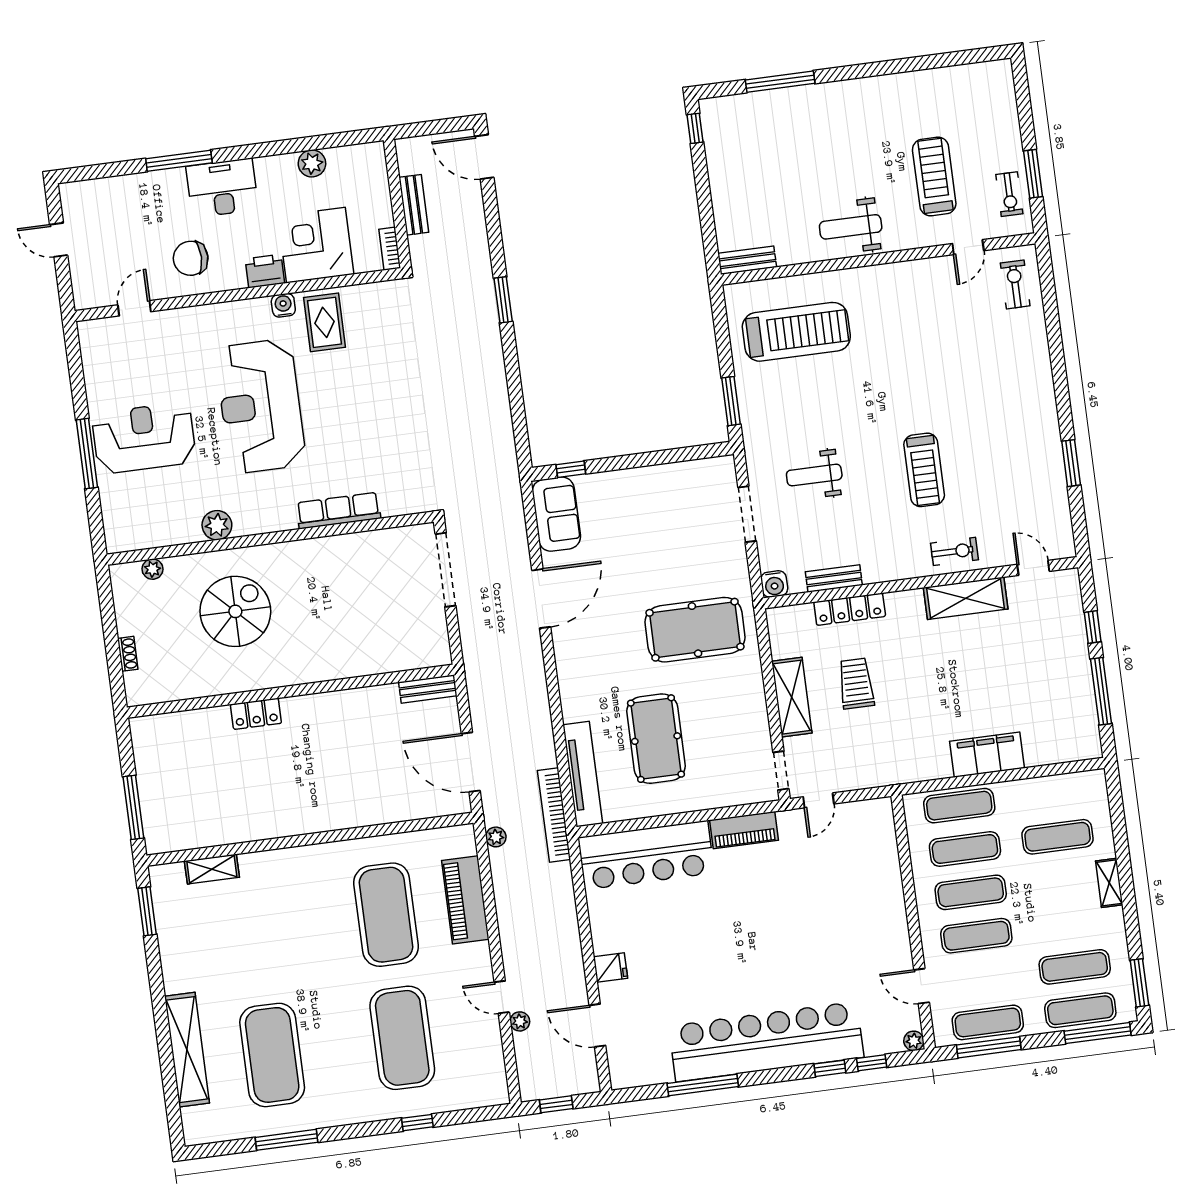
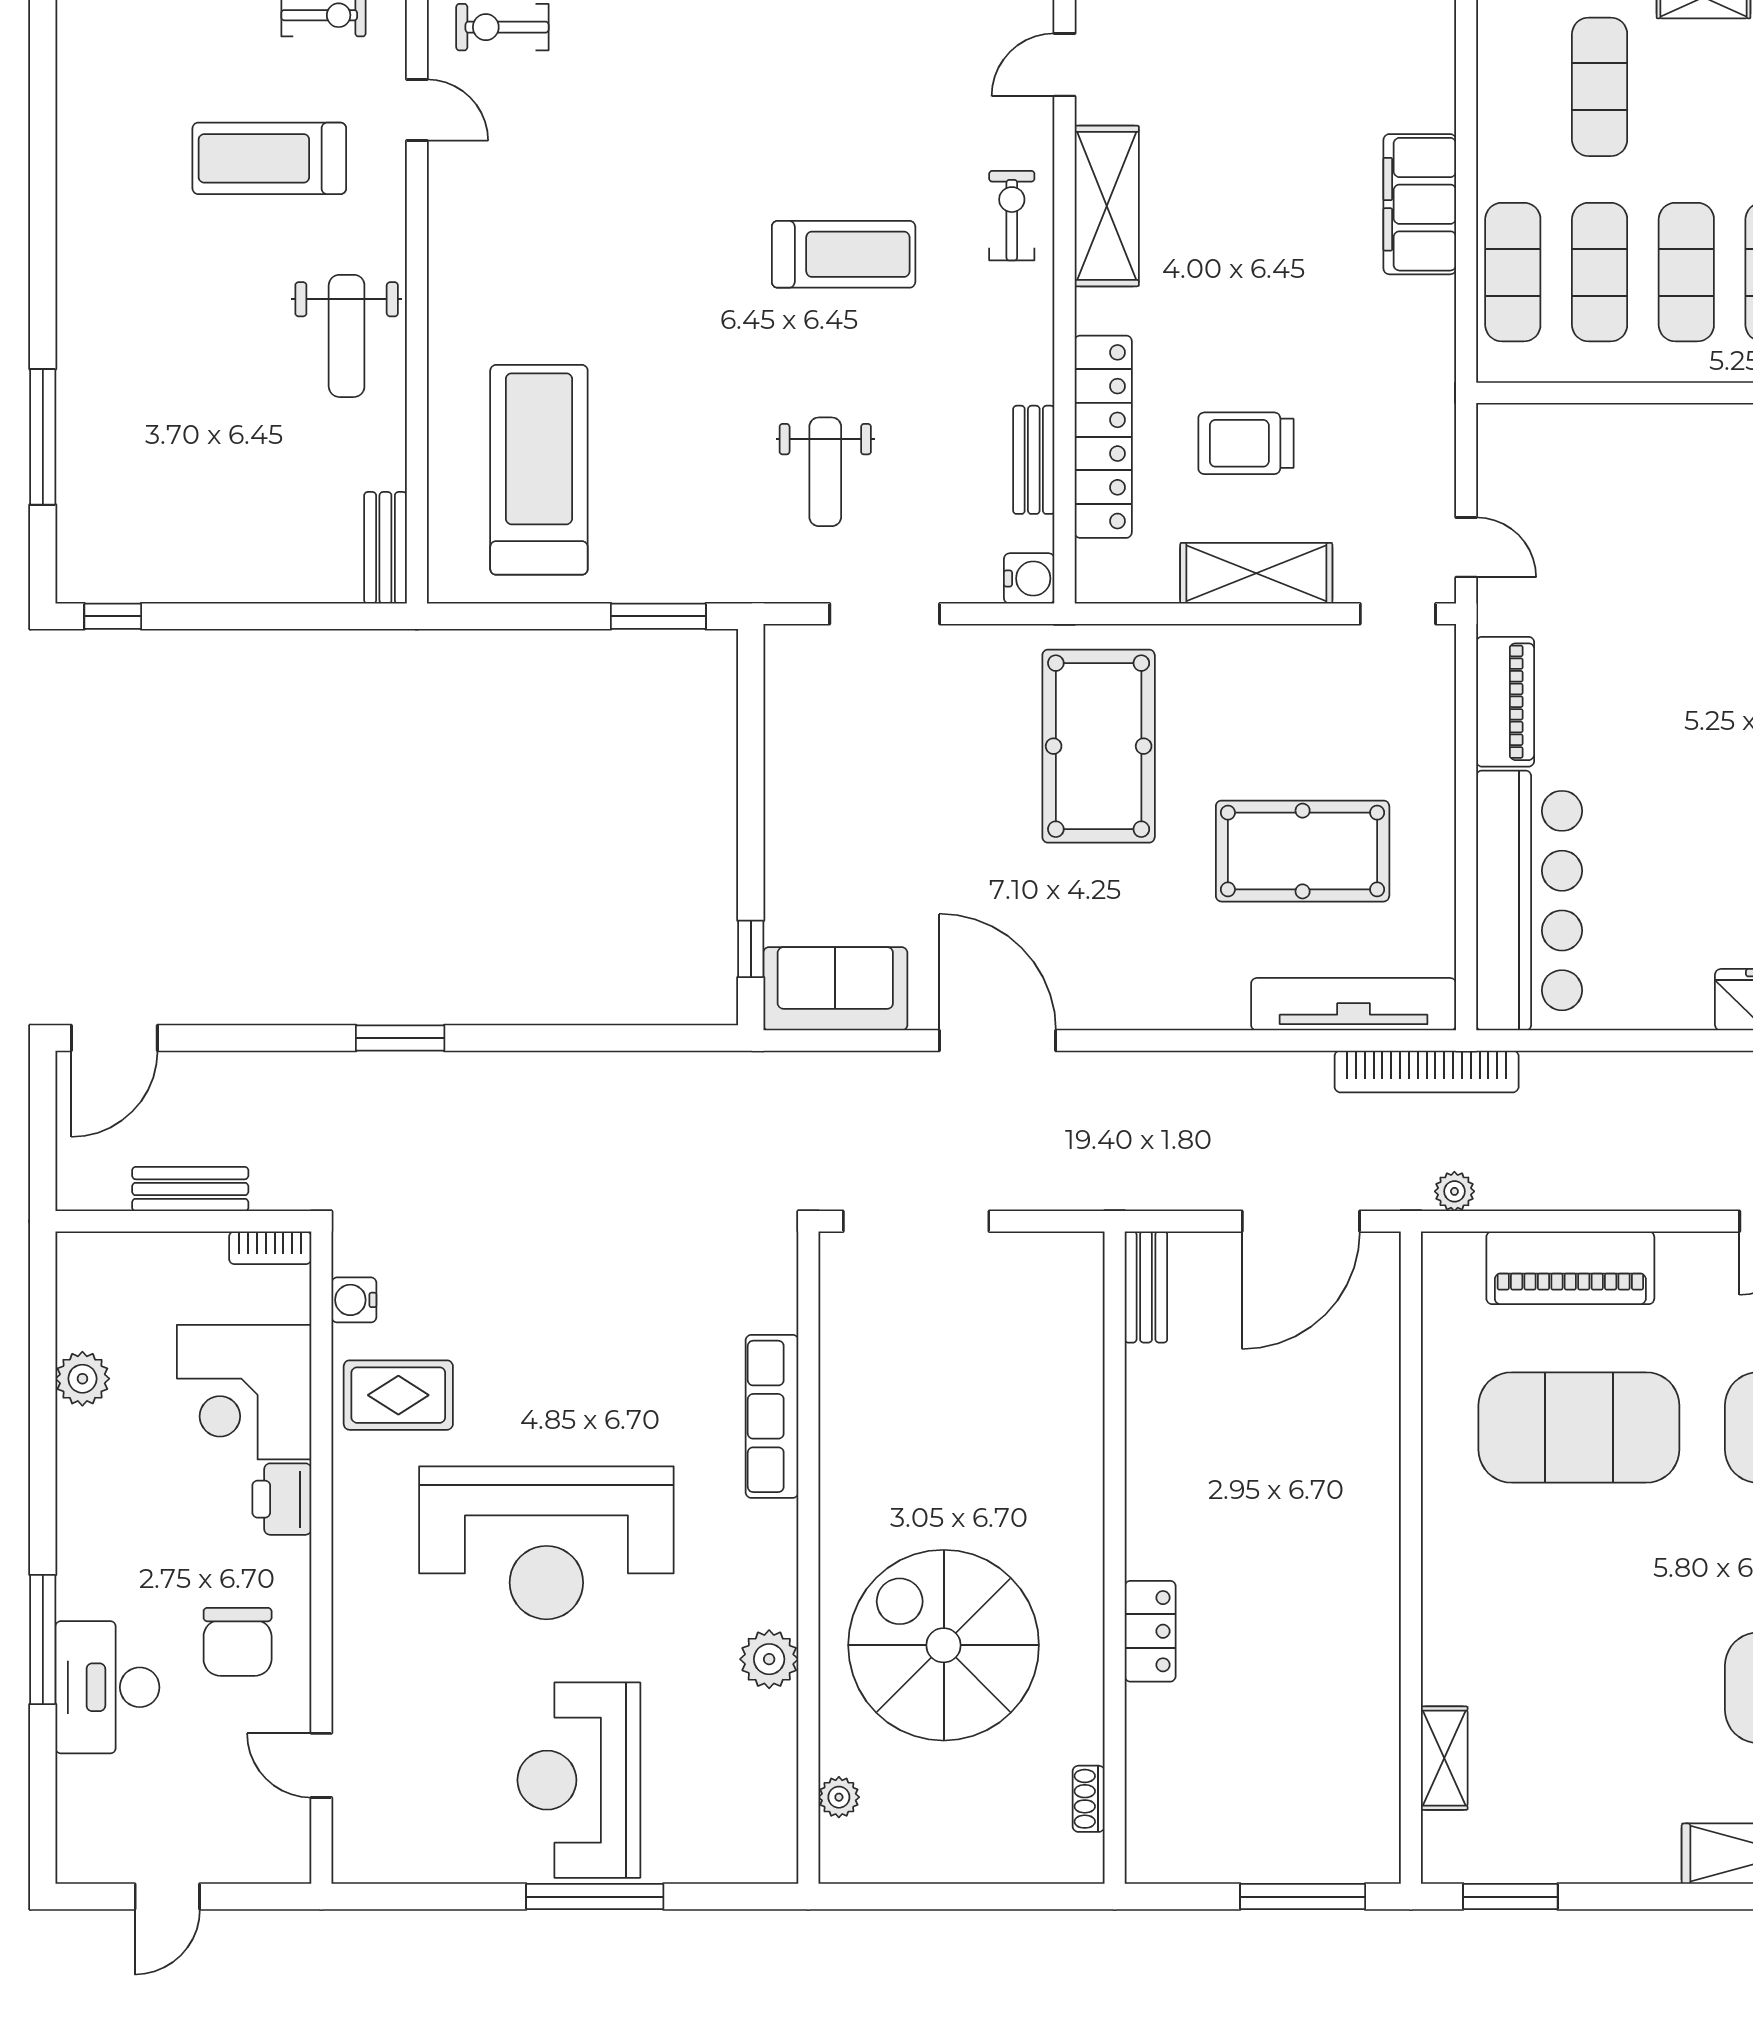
desk: (222, 188) -> (107, 1687), moved
water cooler: (283, 305) -> (354, 1300), moved
locker: (850, 609) -> (1103, 437), width x1.41, depth x1.21
spiral stairs: (235, 611) -> (944, 1645), width x1.37, depth x1.37
shoe rack: (128, 654) -> (1089, 1799), moved, turned -90

